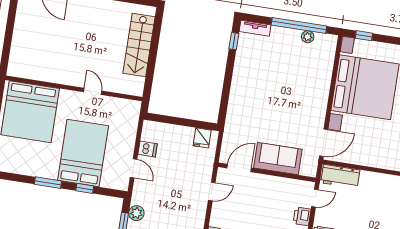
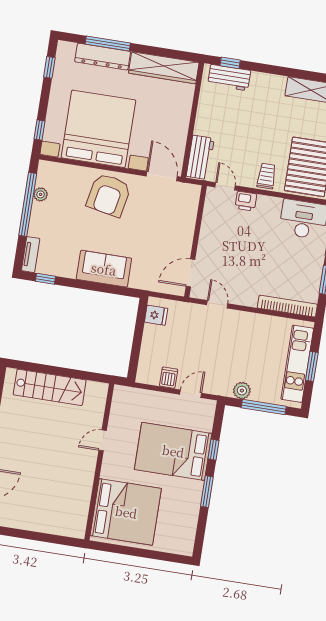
armchair: (307, 96) -> (109, 195), added
sofa: (278, 159) -> (104, 269), moved, turned 90
door: (239, 168) -> (190, 273), hinge flipped

